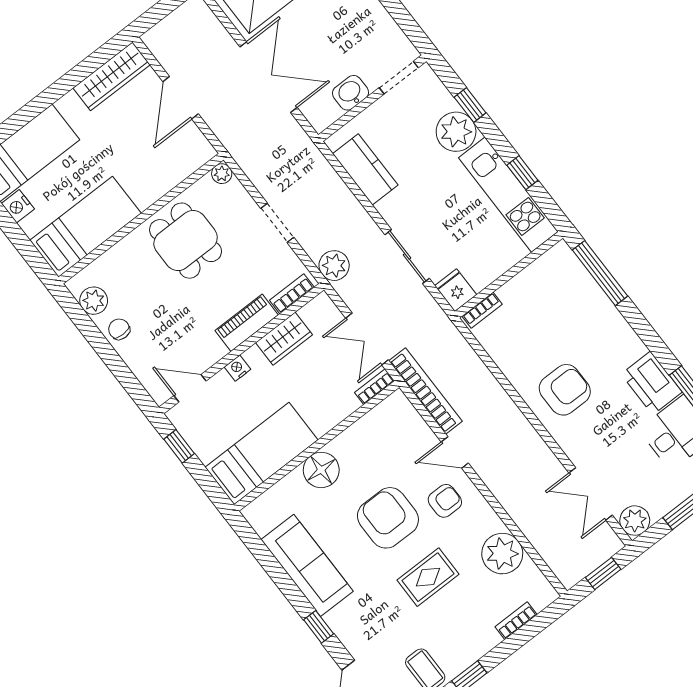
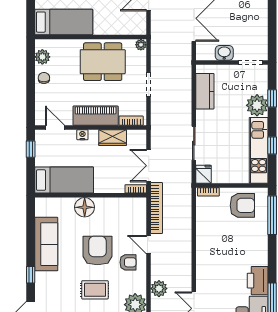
dining table: (186, 241) -> (103, 62), width x1.38
plant: (334, 266) -> (159, 289), moved
piano: (247, 323) -> (96, 116), width x1.37, depth x1.33
armchair: (565, 390) -> (242, 205), moved

